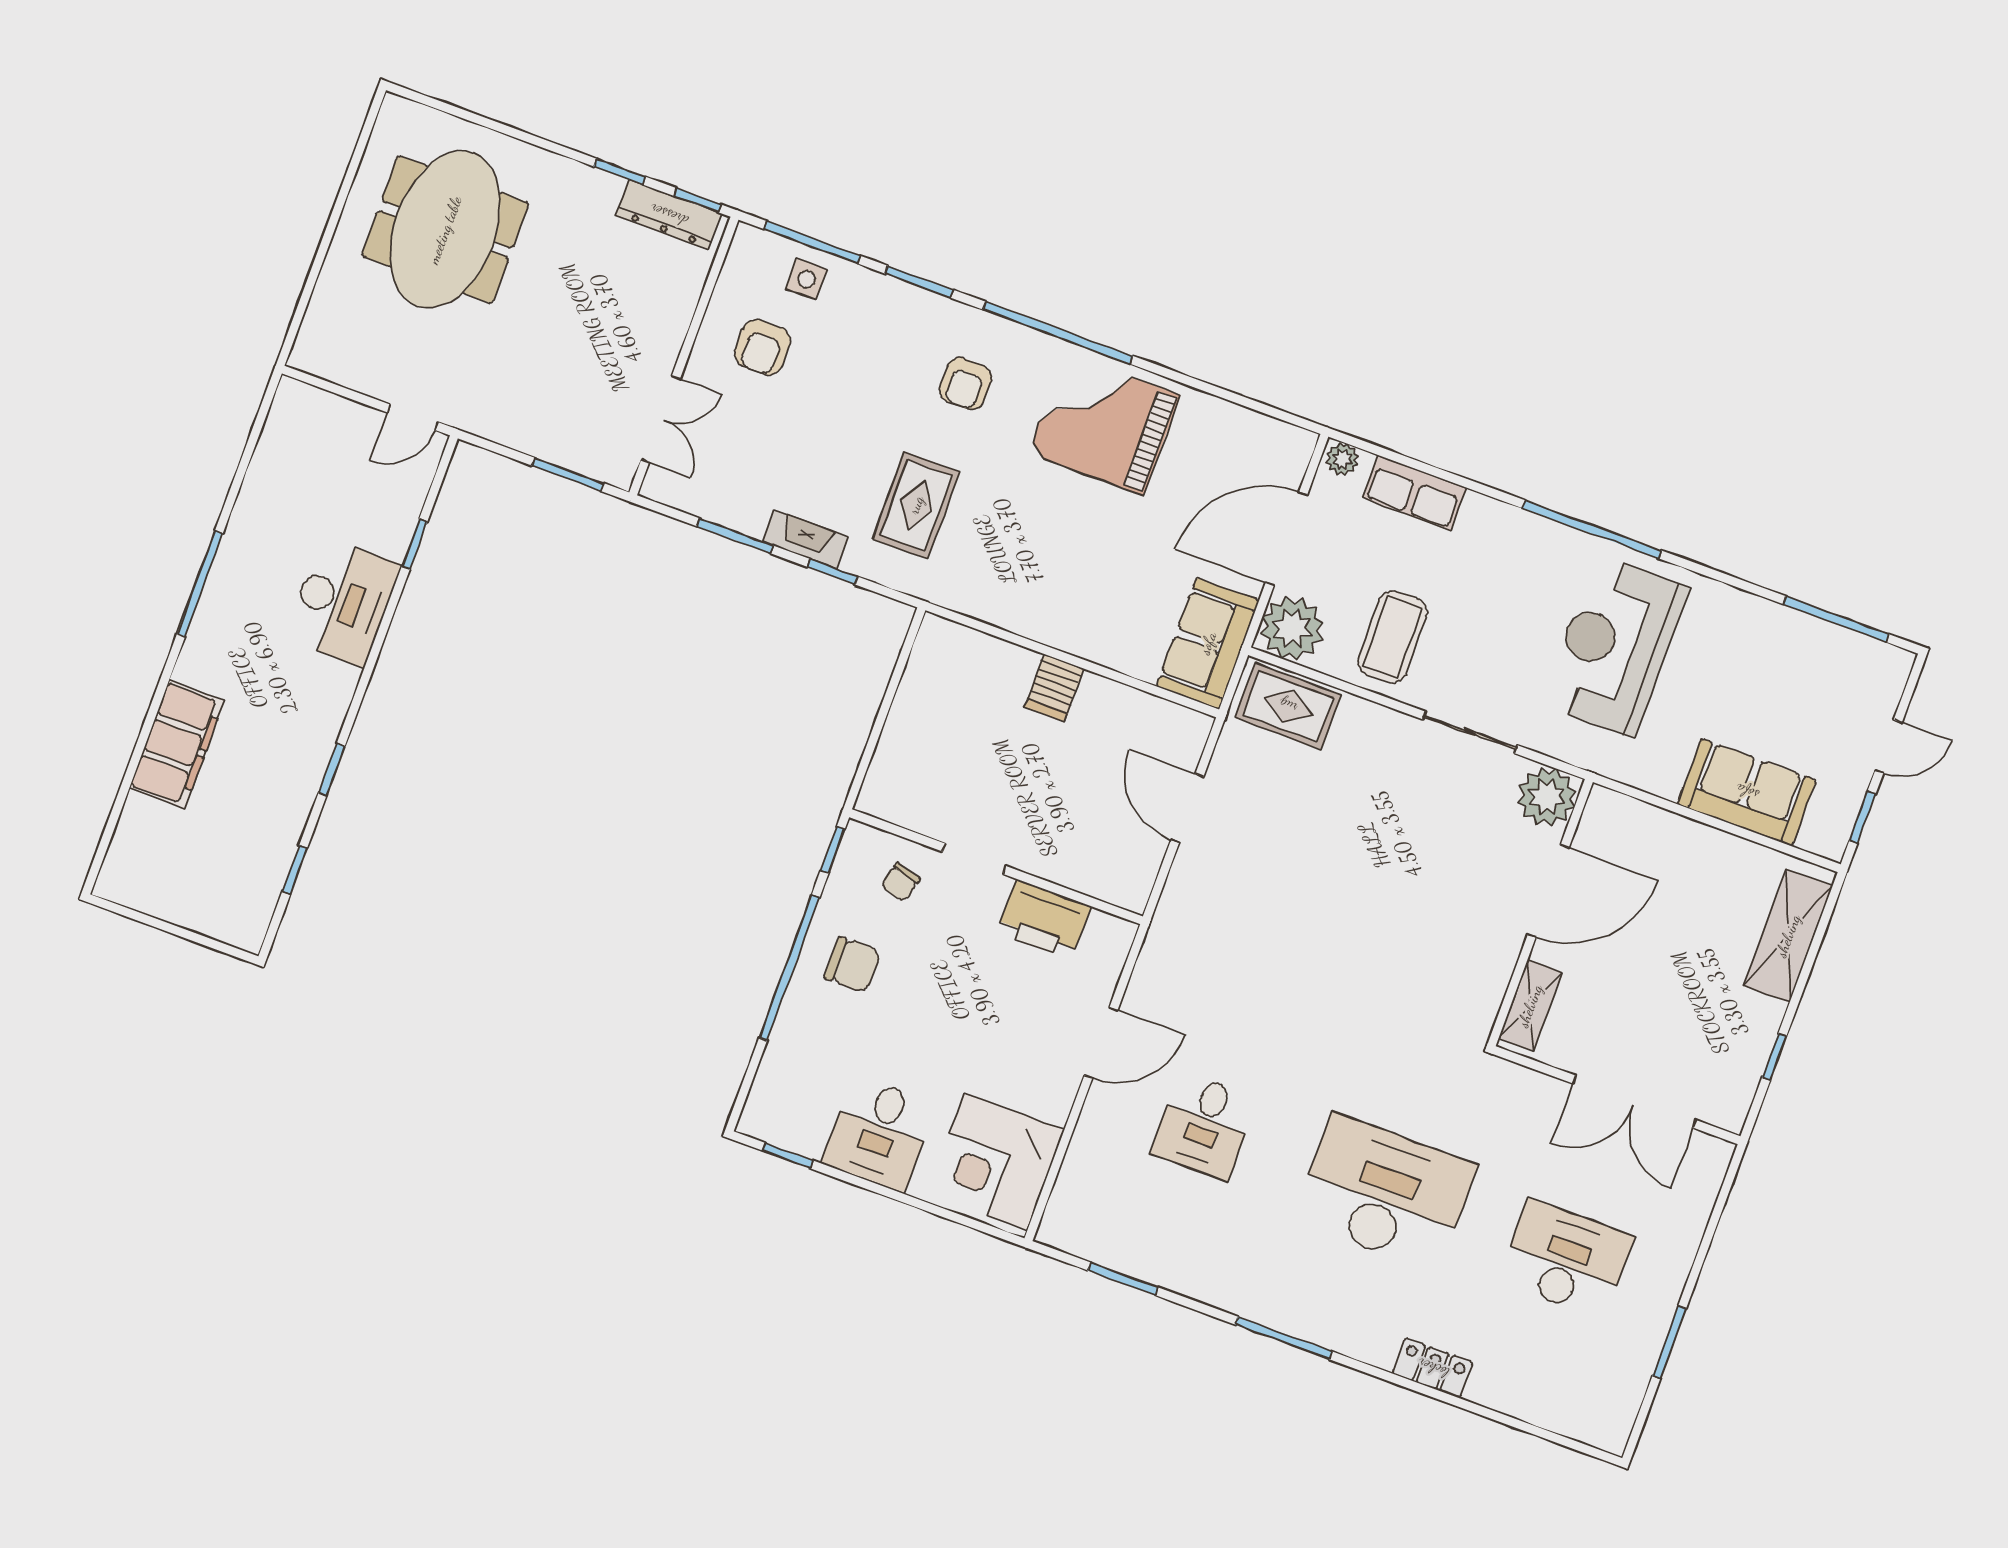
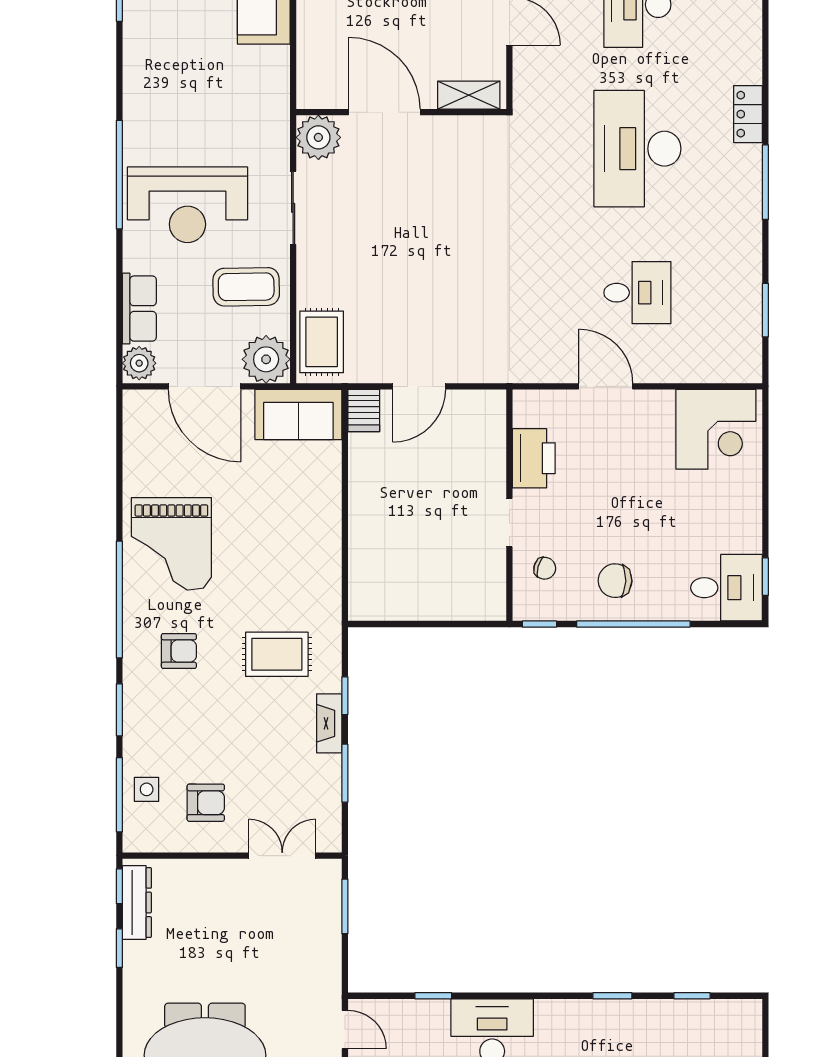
plant: (1342, 459) -> (139, 363), width x1.38, depth x1.38
reception desk: (1615, 646) -> (187, 205), moved
server rack: (1054, 688) -> (364, 410), moved, turned 90
chair: (852, 965) -> (615, 581), turned -88
desk: (879, 1134) -> (726, 588), moved
locker: (1433, 1368) -> (748, 114), moved

